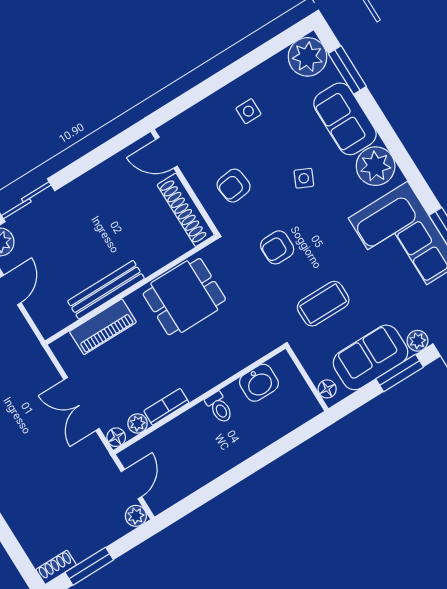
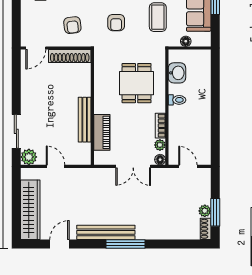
dining table: (184, 297) -> (137, 83), moved
floor lamp: (327, 389) -> (186, 41), moved
plant: (136, 516) -> (205, 211), moved

